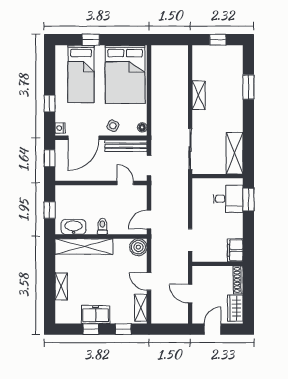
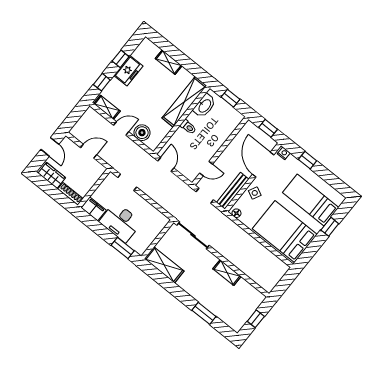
desk: (228, 199) -> (120, 222), moved, width x1.37
boiler: (138, 247) -> (142, 133), moved

